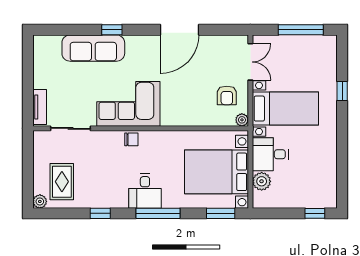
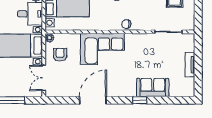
sofa: (93, 48) -> (153, 88), width x0.73
corner sofa: (128, 104) -> (102, 49), moved
tv unit: (40, 107) -> (190, 65), moved

